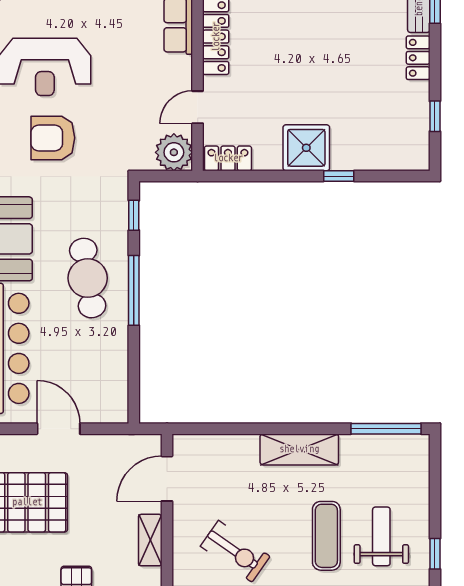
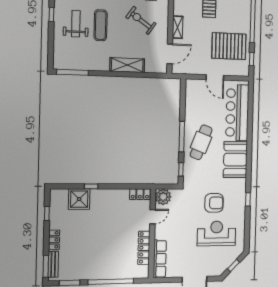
shower: (306, 148) -> (79, 199), moved
cafe table: (88, 278) -> (201, 142), turned 30
shelving: (299, 449) -> (127, 65), moved
weight bench: (381, 536) -> (76, 24), turned 180

